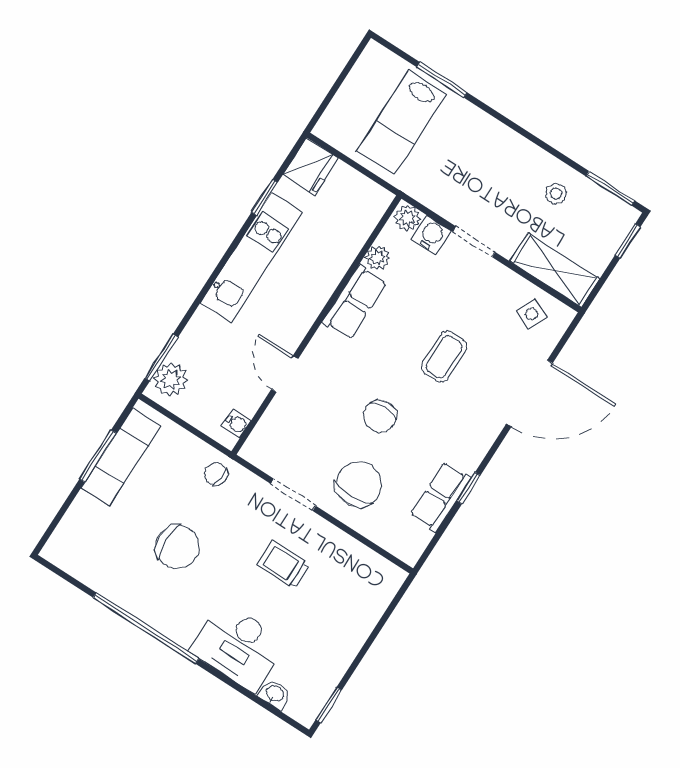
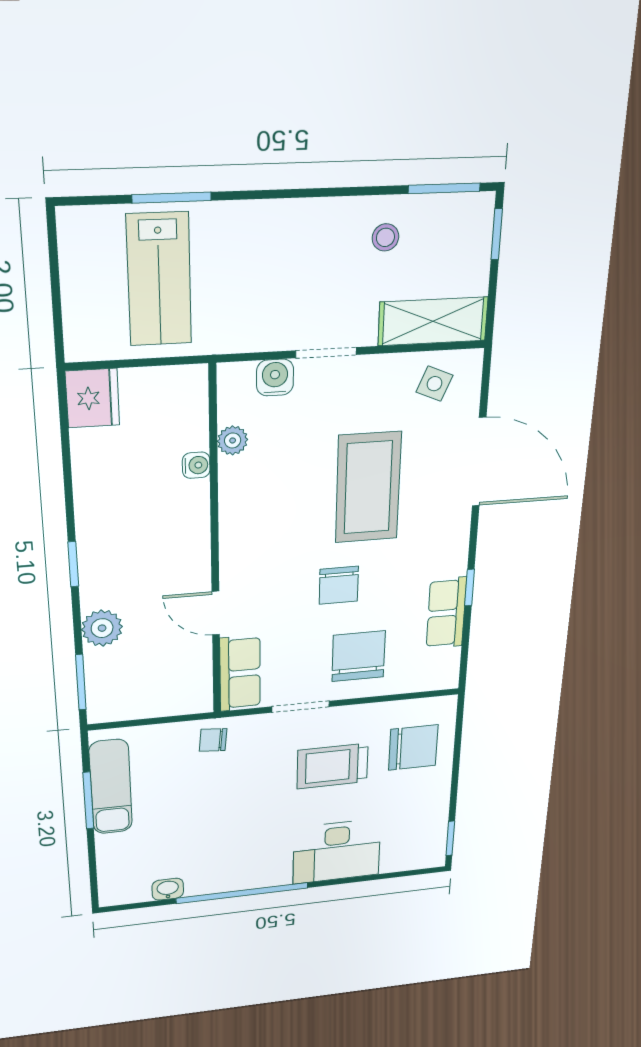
window: (265, 197) -> (73, 564), moved
plant: (407, 218) -> (237, 378), removed
kitchen unit: (251, 258) -> (99, 532), removed
row of seats: (355, 302) -> (240, 673), moved
coffee table: (444, 357) -> (368, 488), width x1.86, depth x1.72
plant: (171, 379) -> (102, 628), moved
door: (529, 393) -> (479, 462), hinge flipped
water cooler: (237, 424) -> (196, 465), moved
chair: (177, 547) -> (413, 748), moved
trolley: (283, 565) -> (333, 766), width x1.36, depth x1.39
washbasin: (275, 694) -> (168, 889), moved

